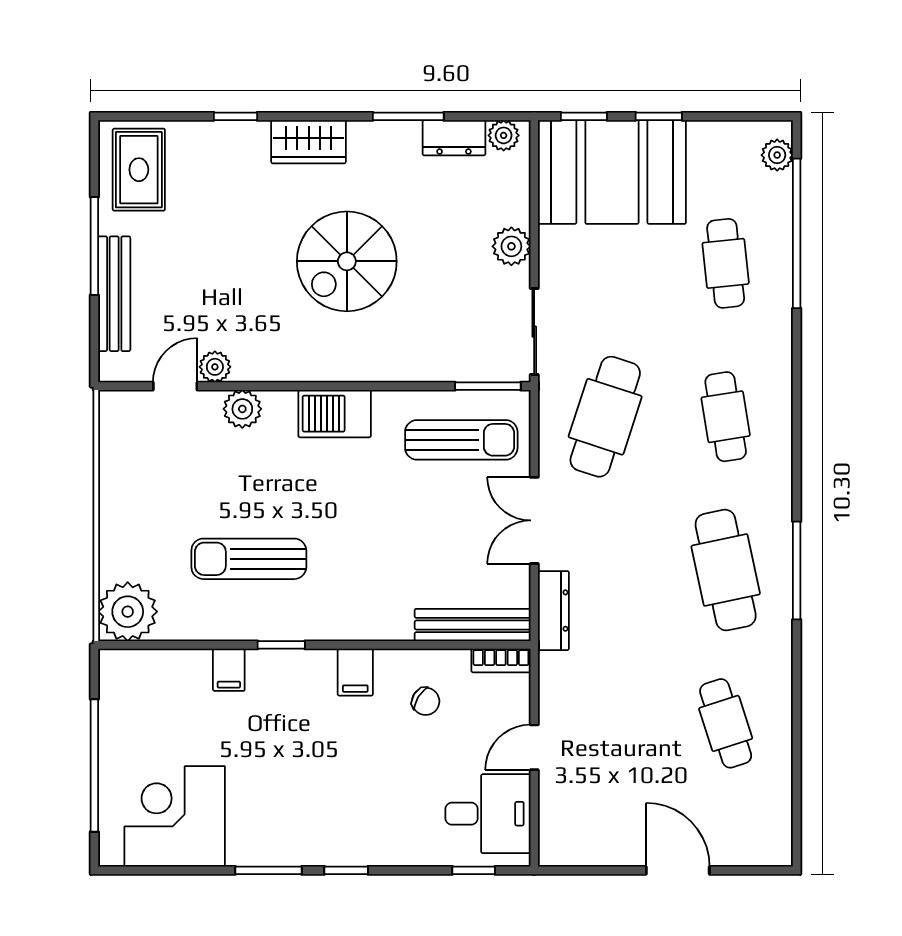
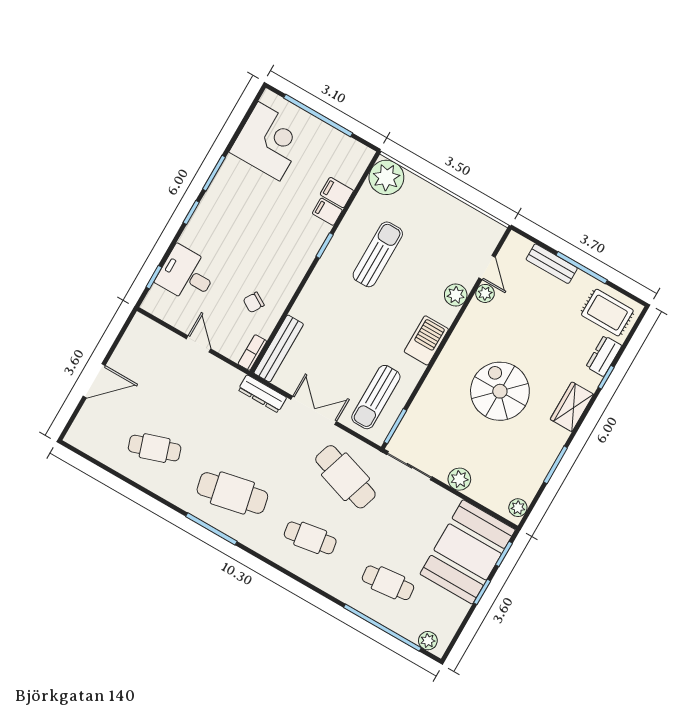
dresser: (454, 138) -> (604, 356), moved
bench: (114, 294) -> (552, 264), width x0.73
filing cabinet: (355, 672) -> (337, 193), moved
desk: (488, 814) -> (187, 275), moved, turned 90

